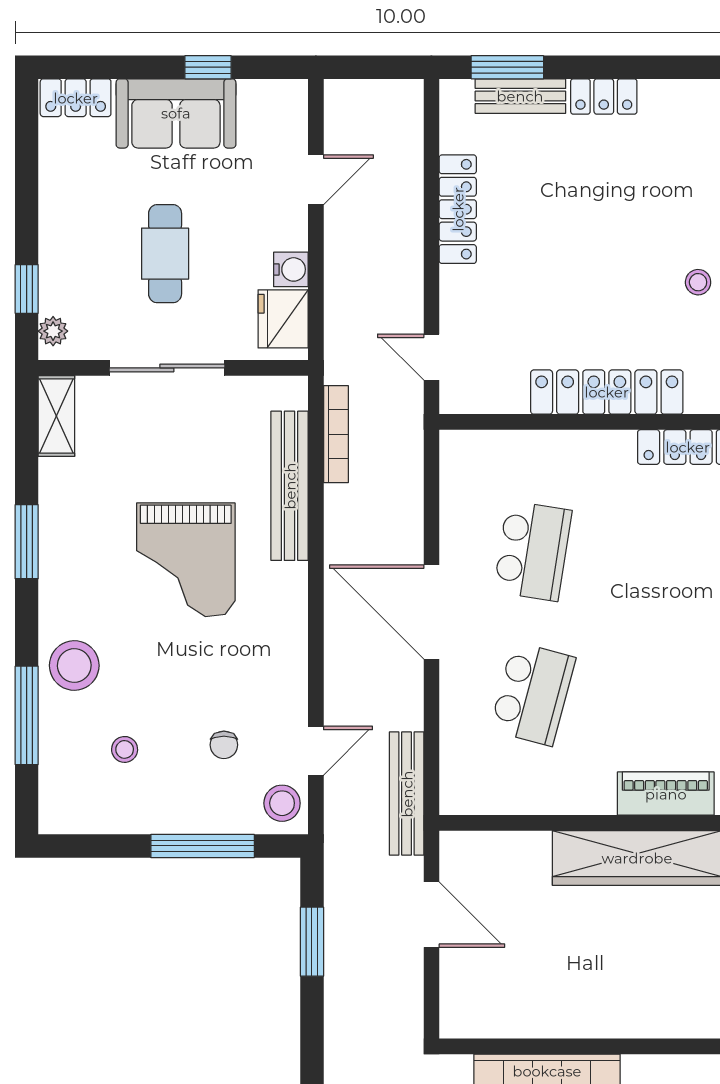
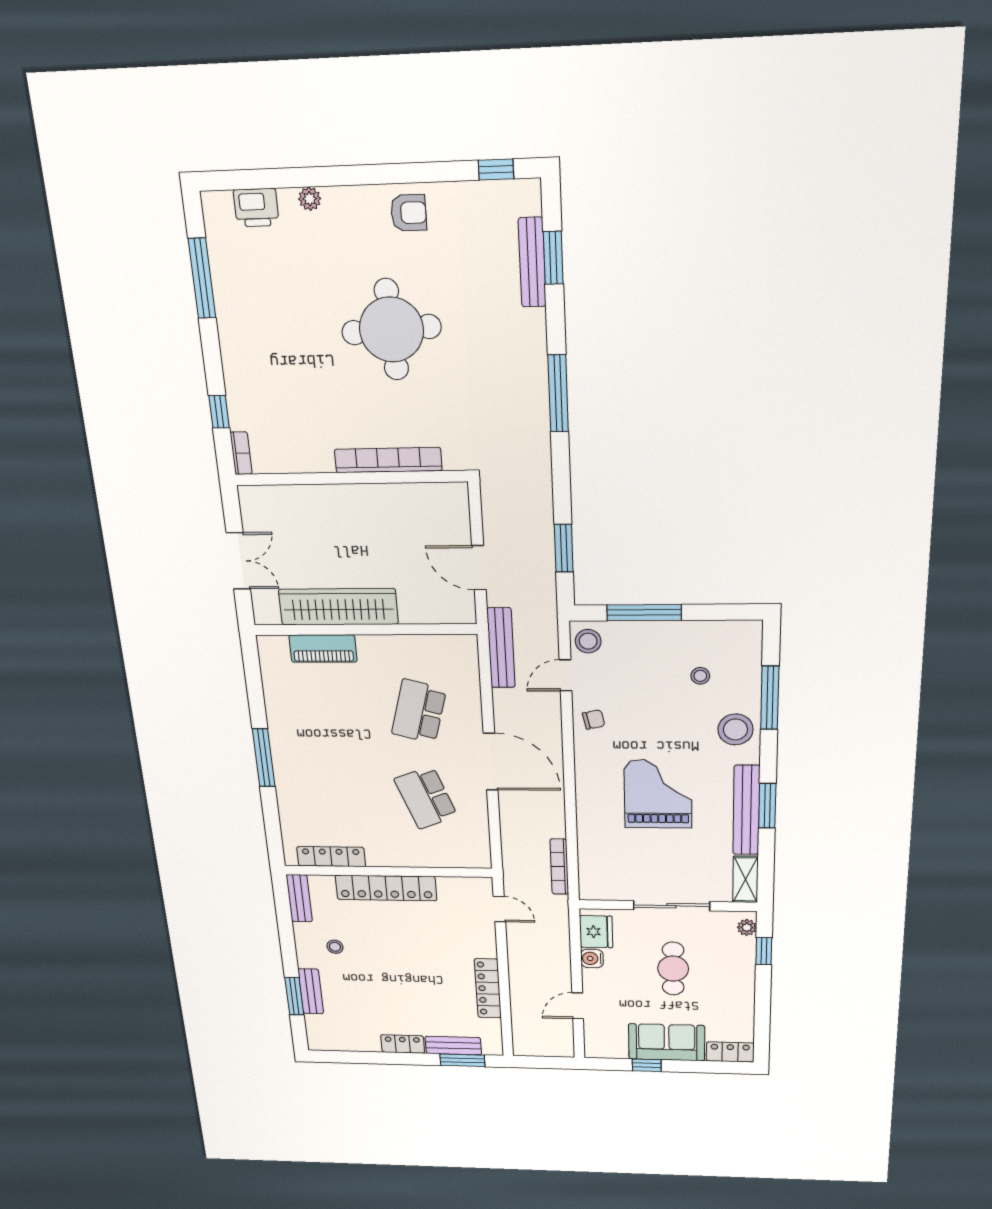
bench: (290, 486) -> (746, 810), moved
school desk: (533, 551) -> (426, 798), turned -30
chair: (224, 745) -> (594, 719), moved, turned 78

